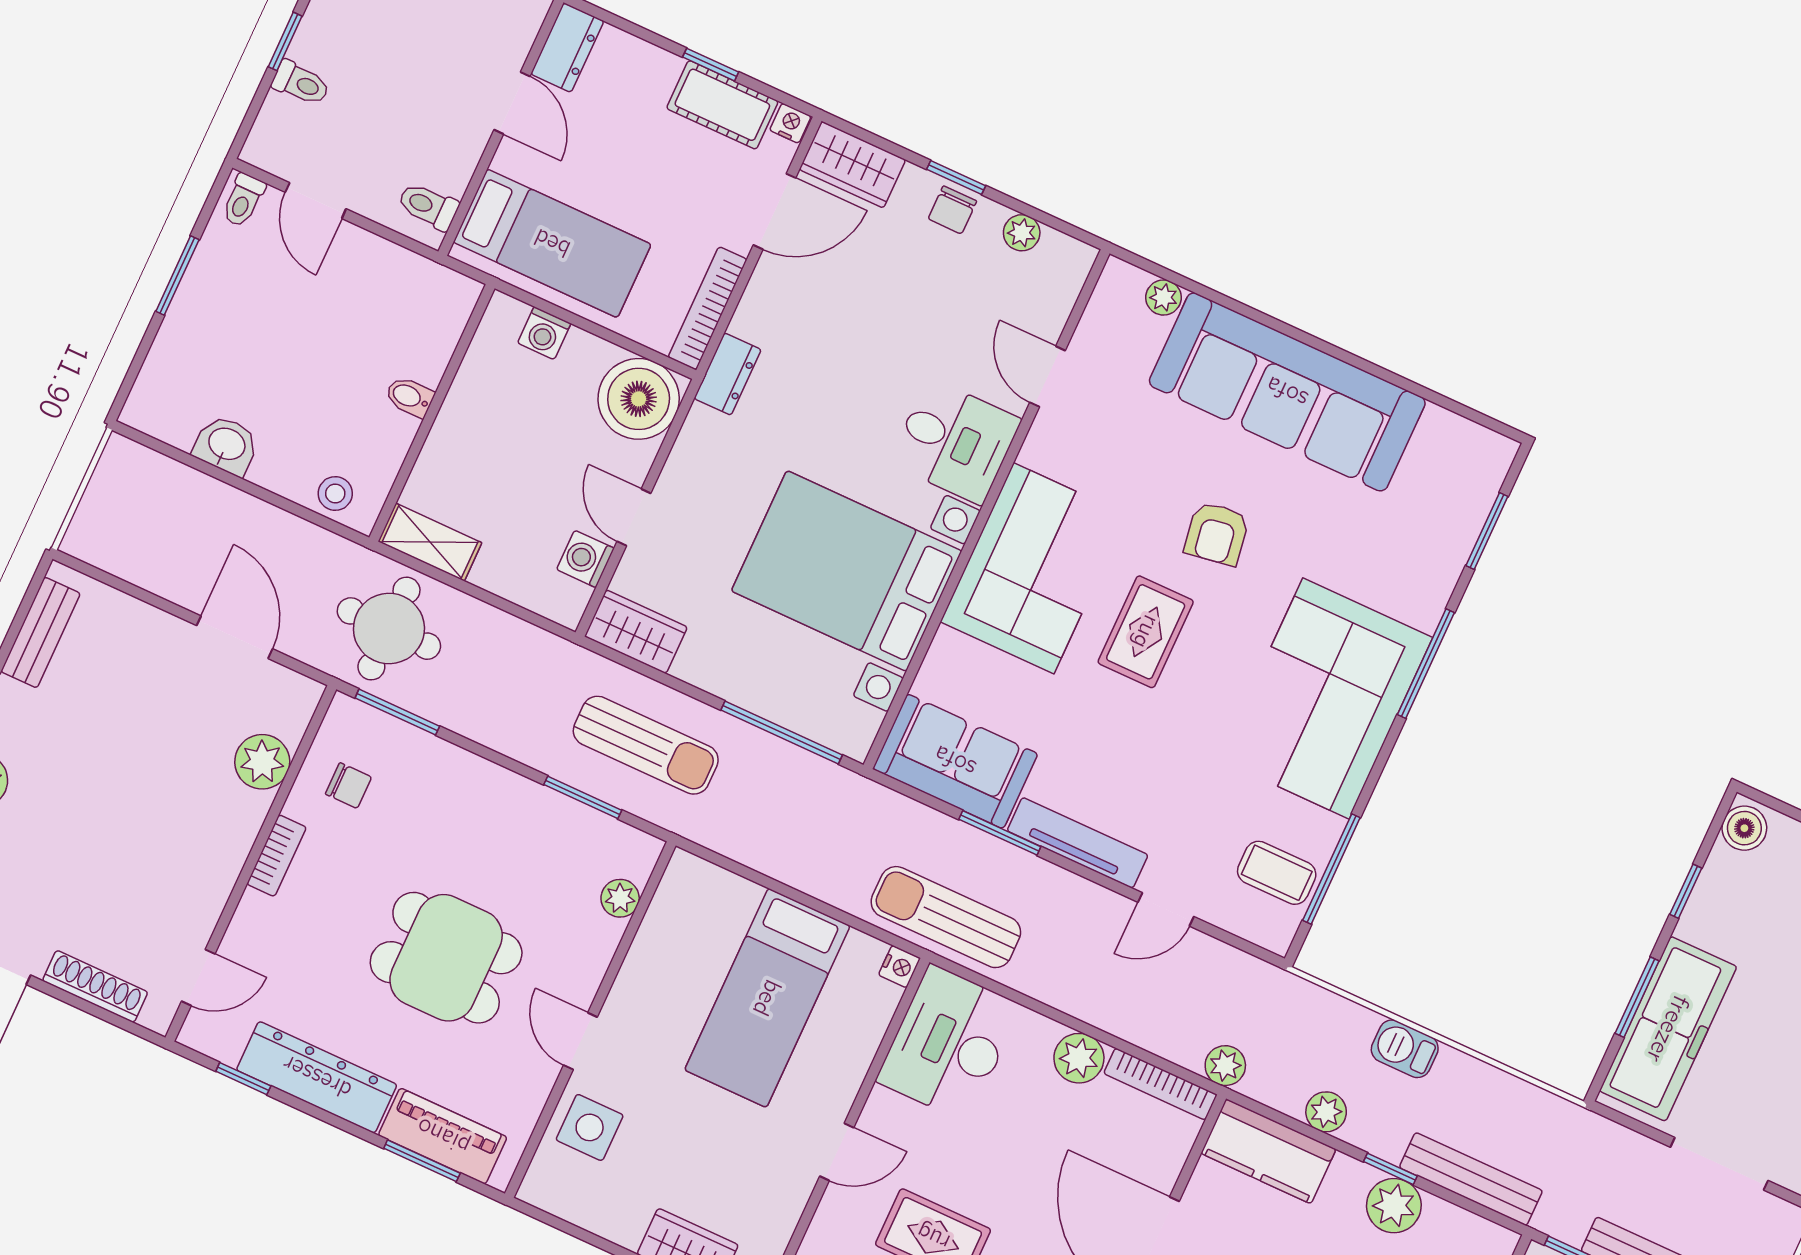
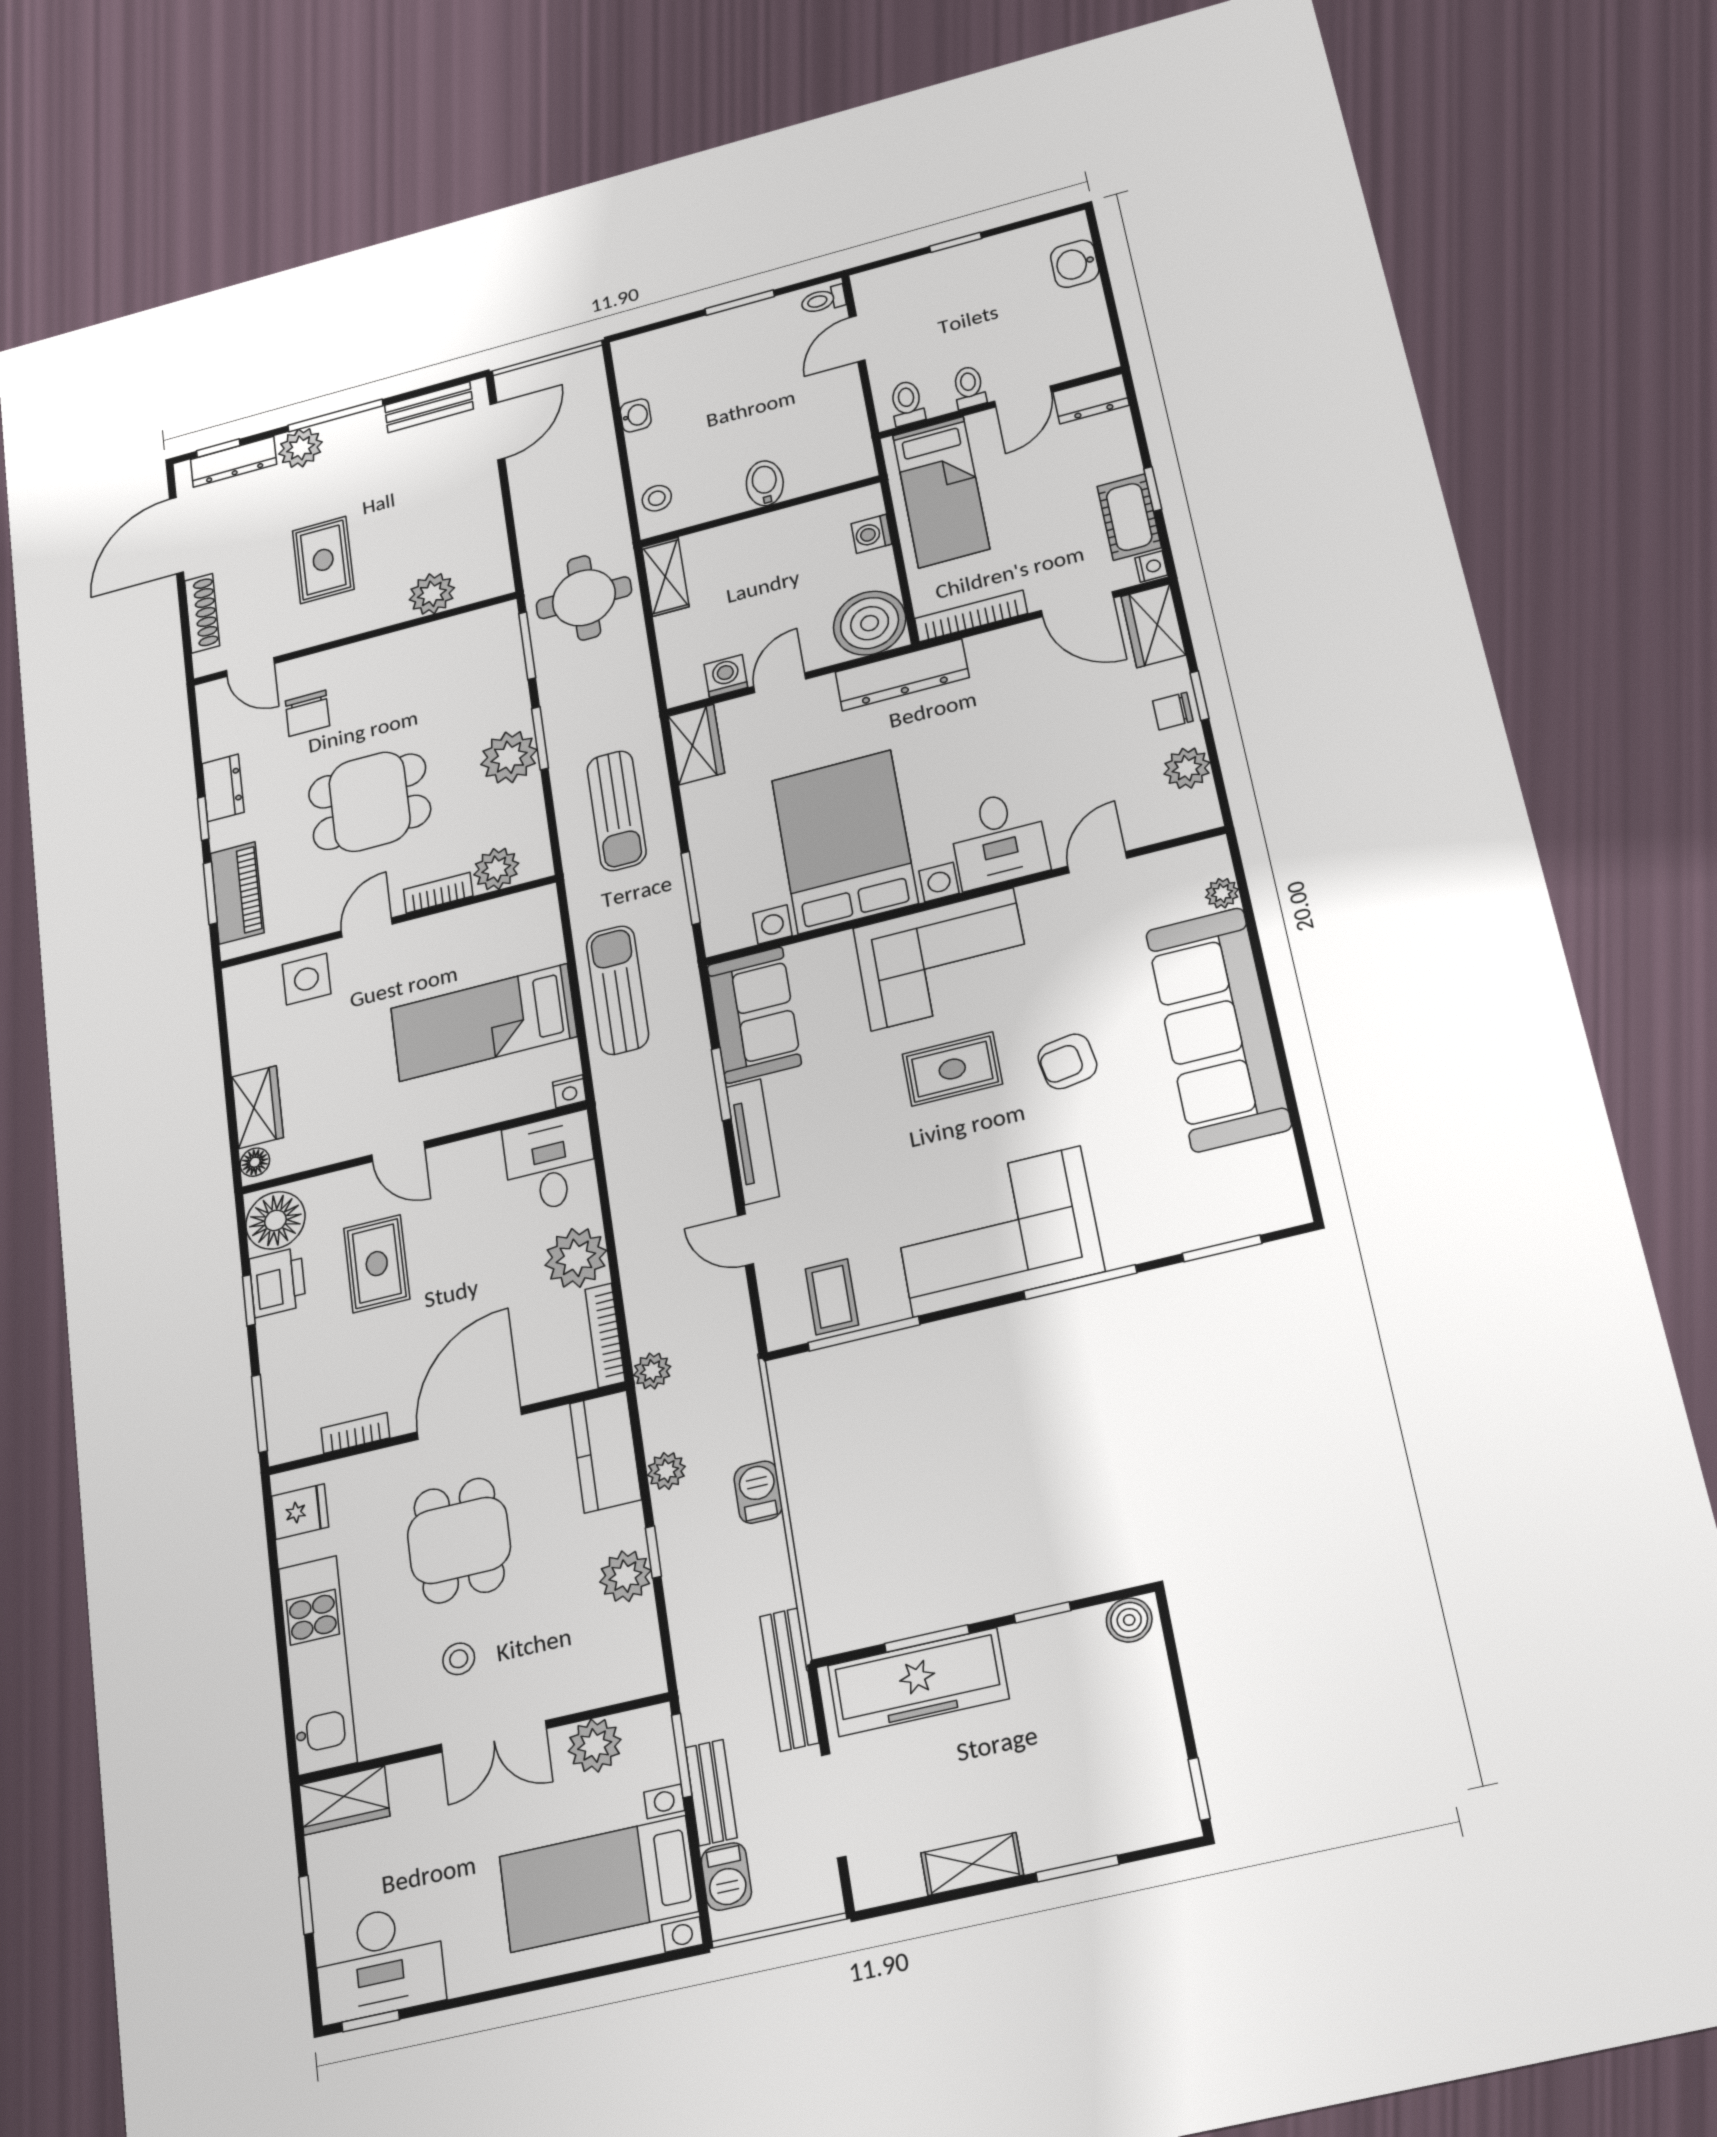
toilet: (301, 83) -> (969, 387), moved, turned 180
plant: (1022, 233) -> (1187, 768), width x1.38, depth x1.38
dresser: (728, 374) -> (902, 675), width x1.96, depth x1.24
bidet: (410, 397) -> (765, 483), width x1.38, depth x1.36
washbasin: (226, 445) -> (636, 415), width x0.72, depth x0.69
door: (235, 637) -> (497, 431), moved
window: (782, 733) -> (691, 888), width x0.69
chair: (348, 786) -> (307, 713), moved, width x1.37, depth x1.37
window: (583, 797) -> (540, 738), moved
plant: (506, 804) -> (509, 757), added
rug: (133, 838) -> (323, 560), added
bookcase: (277, 856) -> (438, 893), moved, turned 180
plant: (620, 898) -> (496, 869), width x1.38, depth x1.38
sun lounger: (946, 917) -> (617, 990), moved
dining table: (446, 958) -> (370, 802), turned 90
desk: (949, 1043) -> (550, 1163), width x0.73
plant: (1079, 1058) -> (576, 1258), width x1.36, depth x1.36
dresser: (317, 1077) -> (223, 788), width x0.51, depth x0.80
window: (243, 1079) -> (203, 818), moved
bench: (1471, 1179) -> (789, 1679), moved

